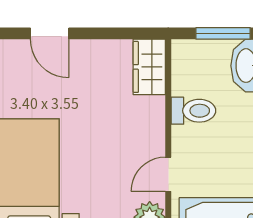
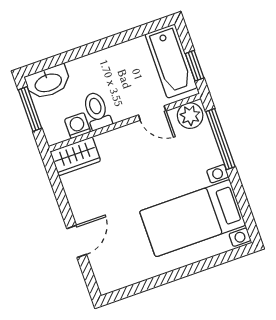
washing machine: (184, 82) -> (77, 126), added

